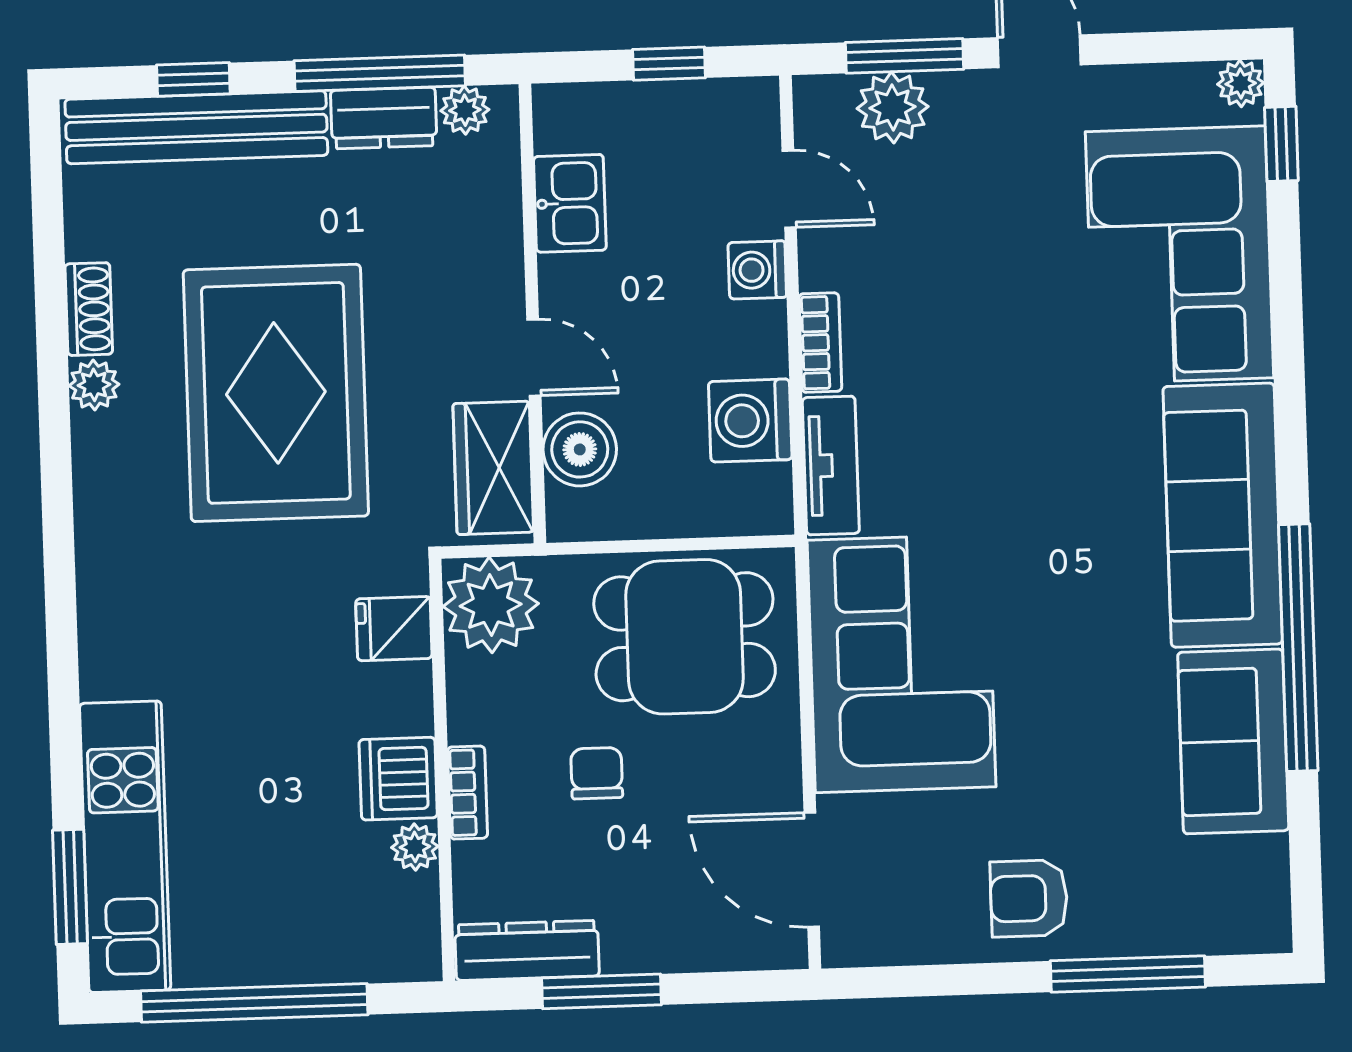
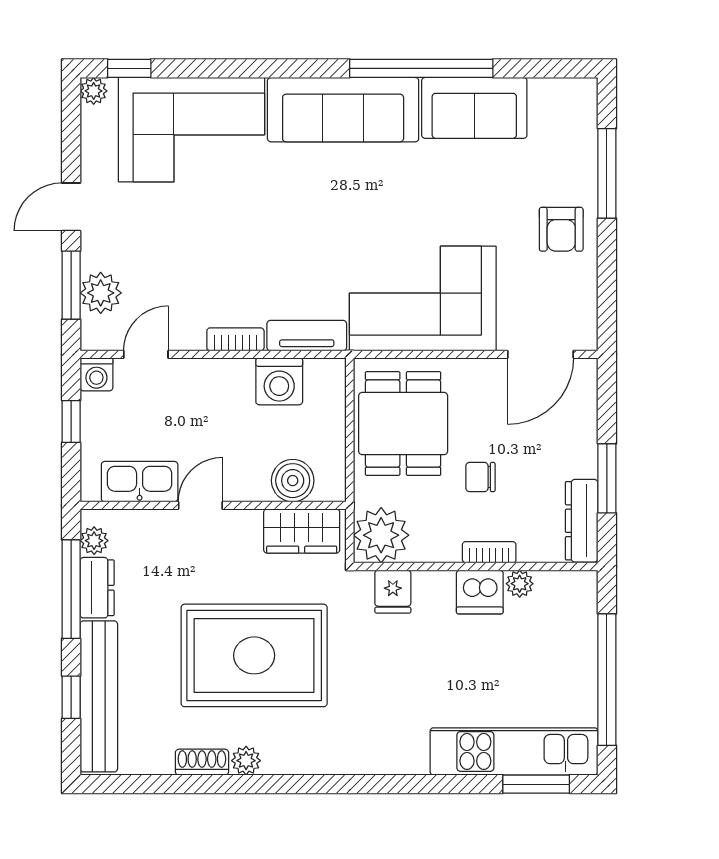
kitchen sink: (570, 203) -> (140, 482), width x1.38
washing machine: (757, 270) -> (96, 374), moved
door: (534, 358) -> (200, 505), moved

